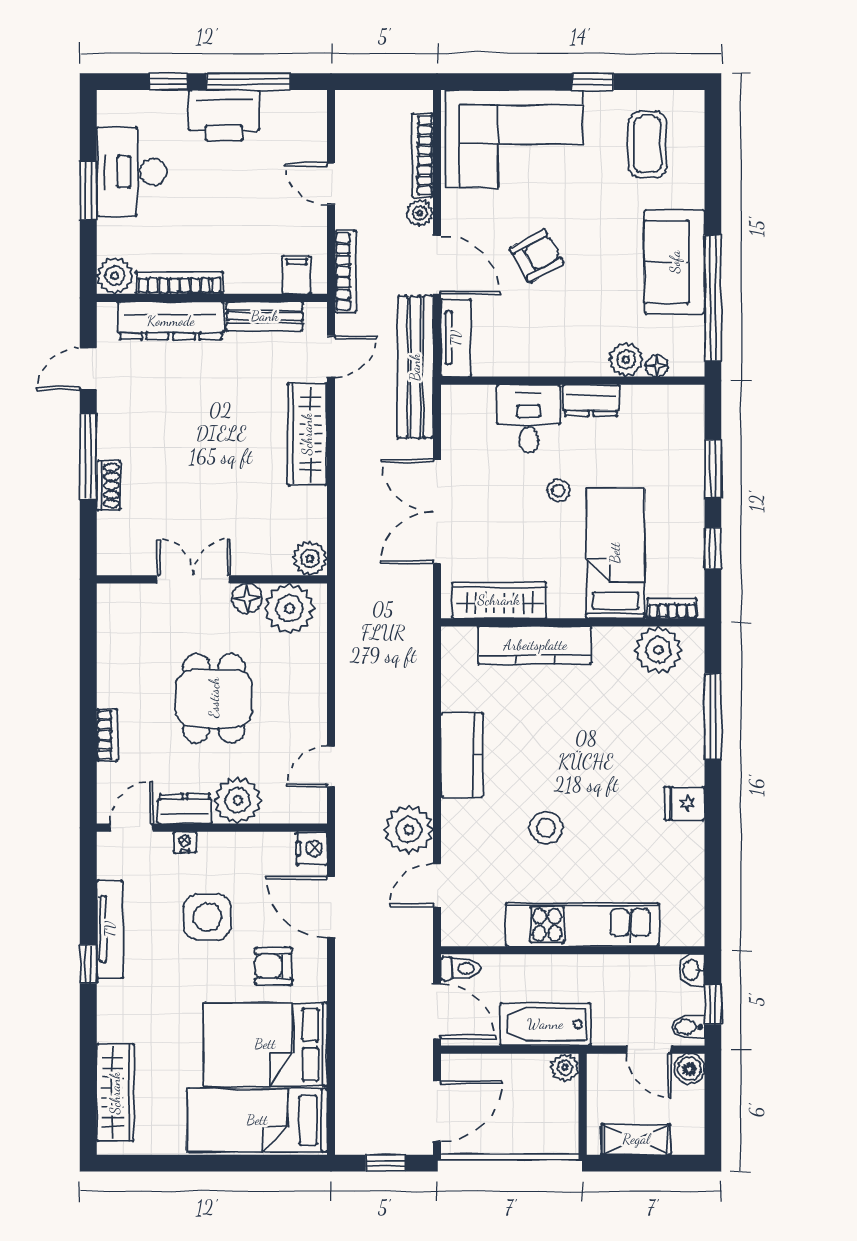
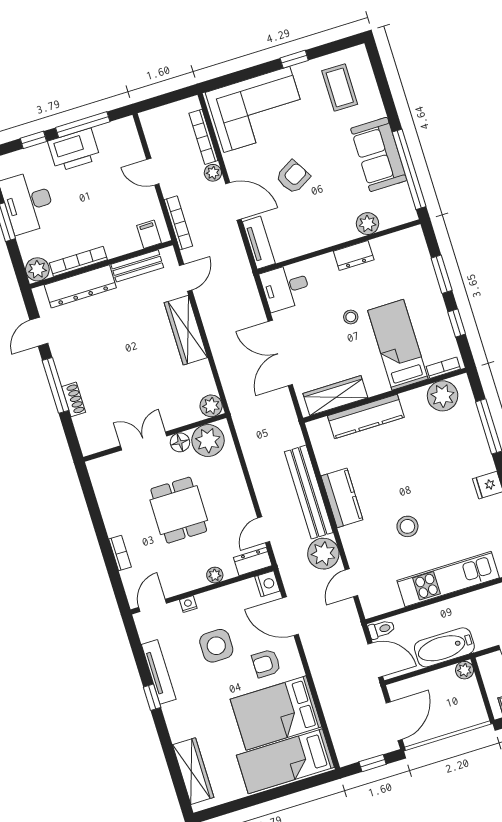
floor lamp: (657, 366) -> (388, 222), removed
bench: (415, 367) -> (309, 492), moved
desk: (528, 419) -> (285, 287), moved, turned -90
plant: (238, 800) -> (215, 575), width x0.53, depth x0.53
dresser: (185, 809) -> (253, 562), moved

